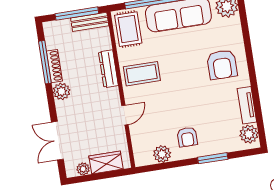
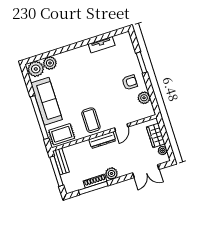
armchair: (222, 65) -> (76, 66), removed
dresser: (108, 69) -> (102, 140), moved
door: (125, 115) -> (121, 127), swing flipped
plant: (249, 134) -> (50, 63), moved

